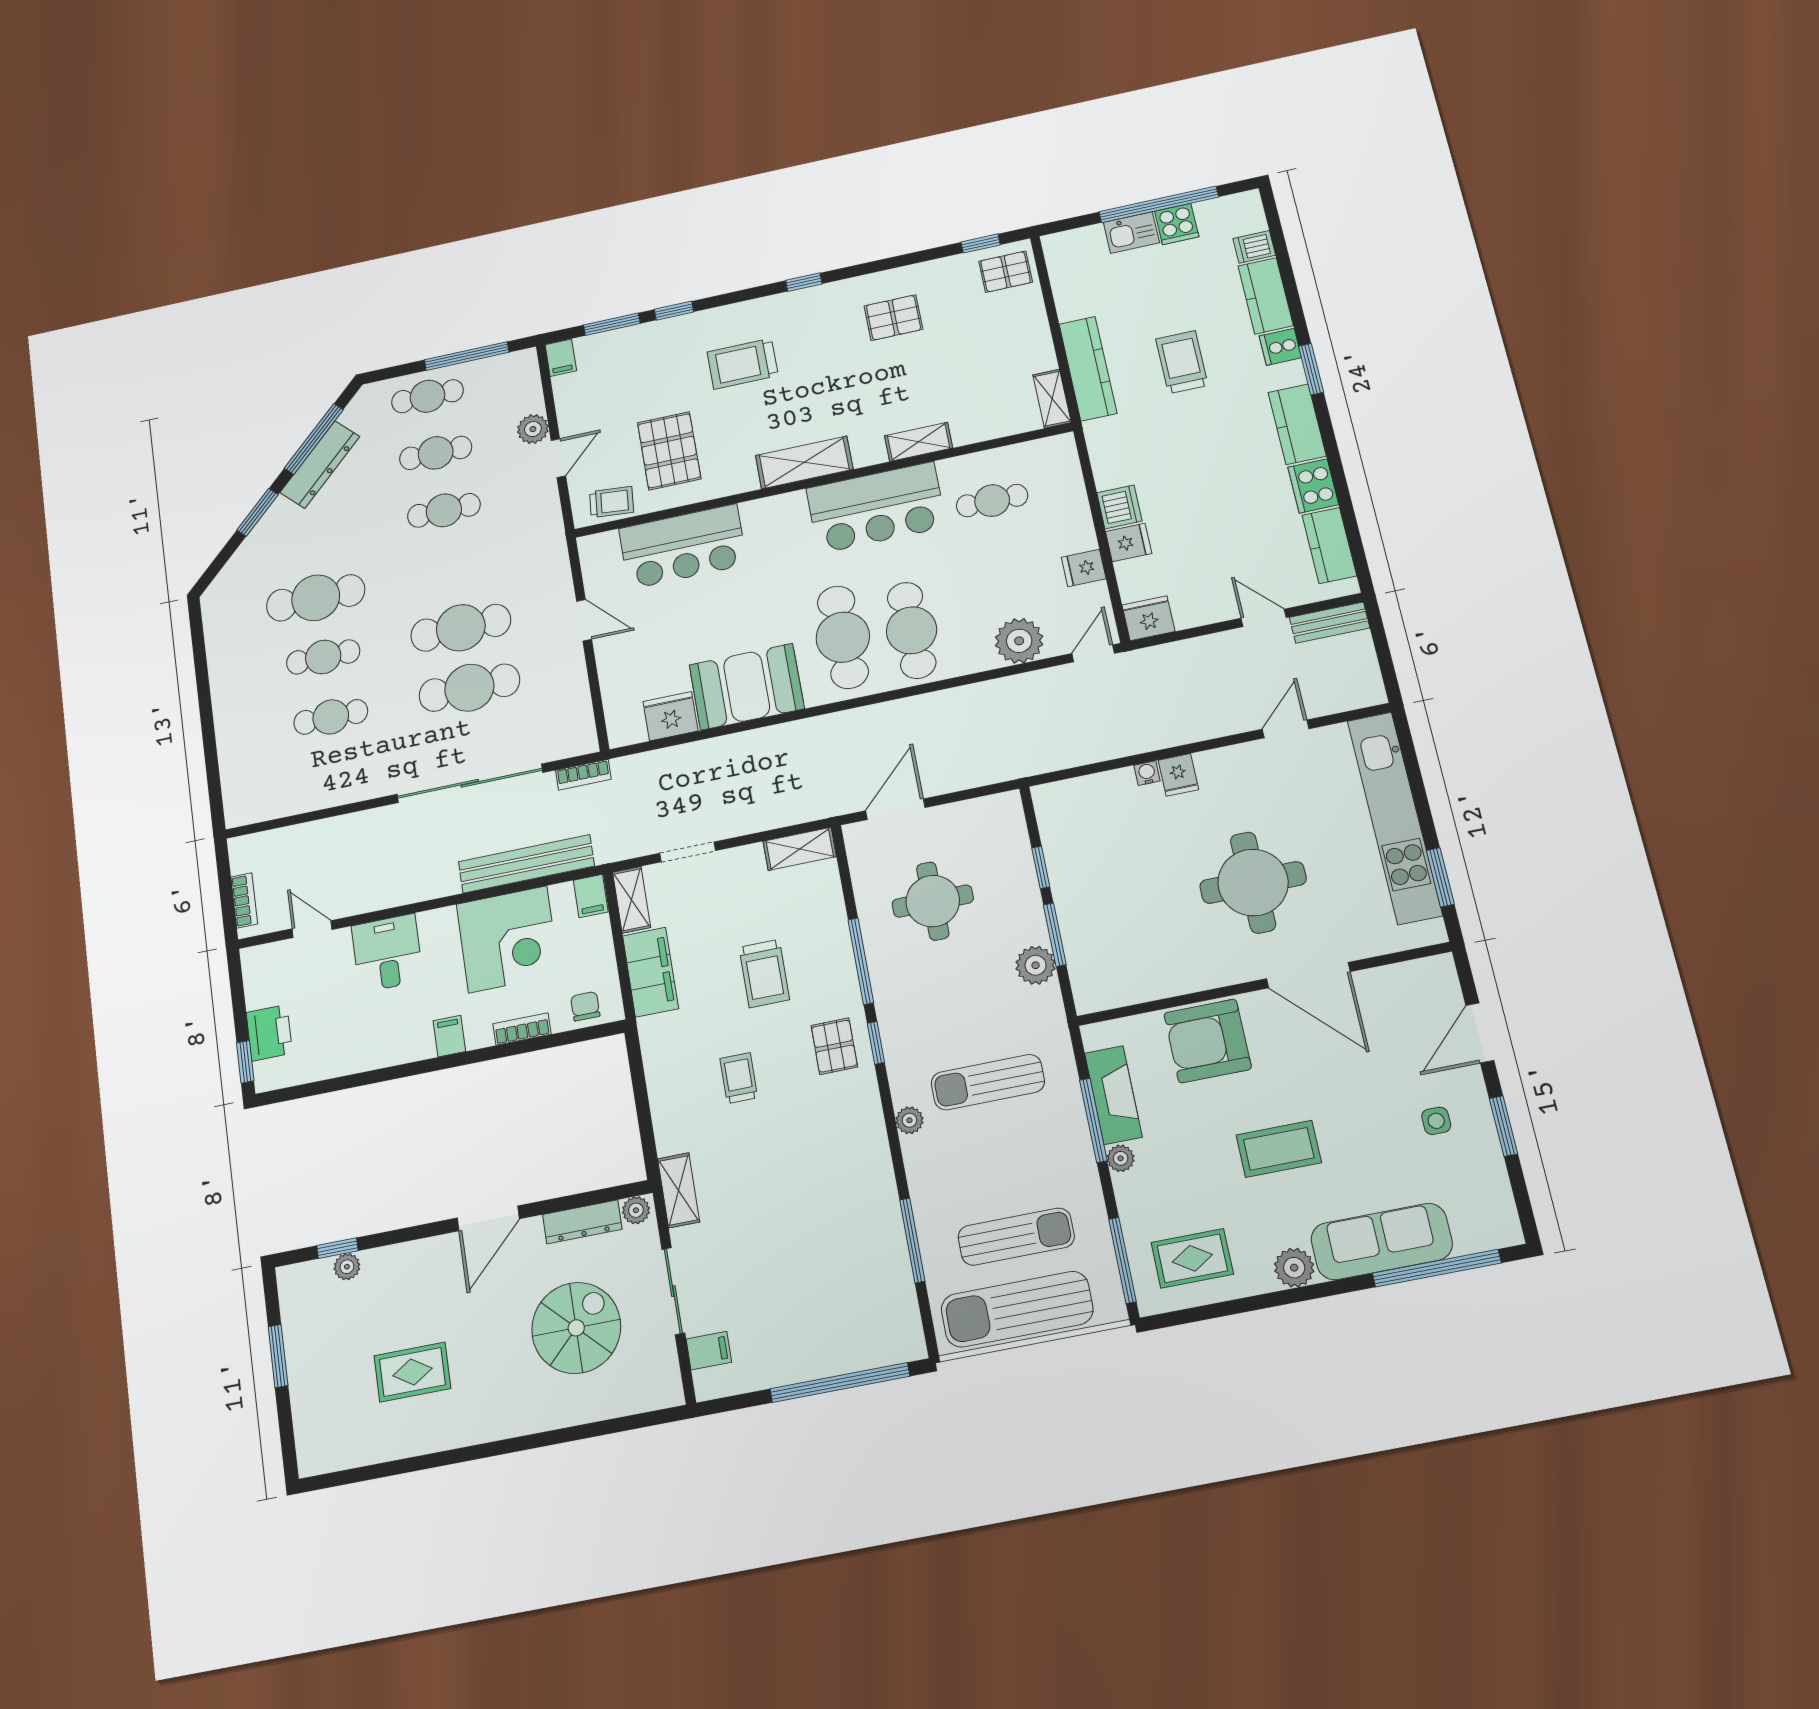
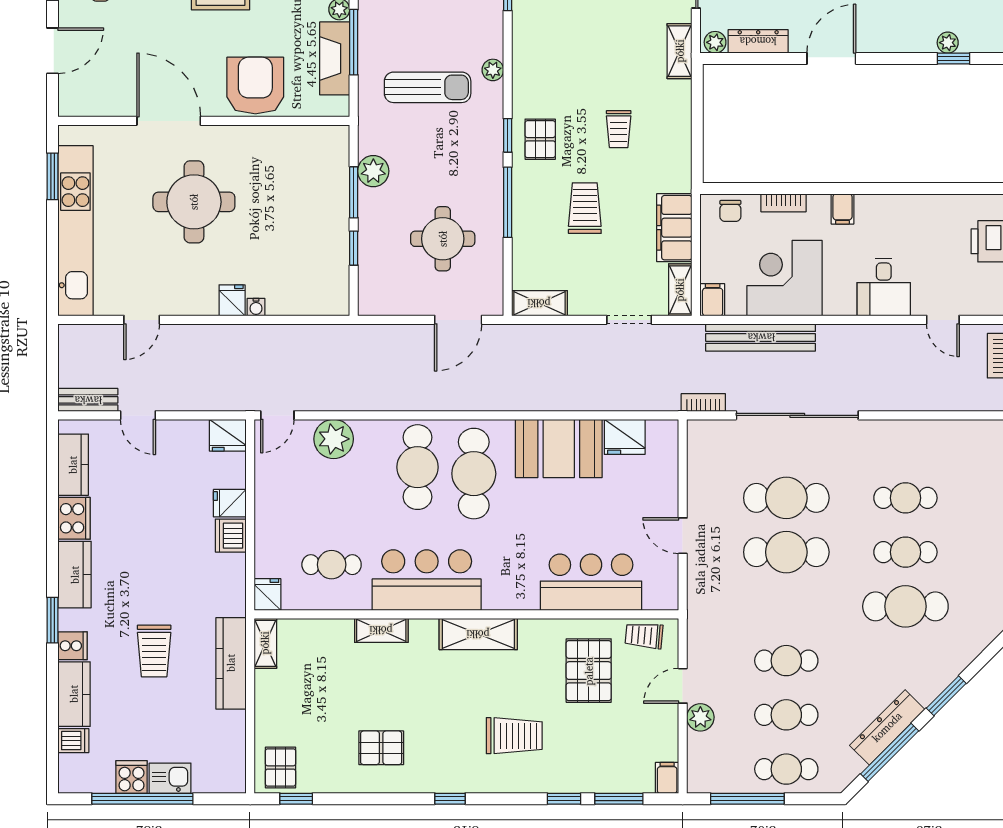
pallet: (1006, 272) -> (281, 767), turned 90
fridge: (1084, 568) -> (267, 595), moved, turned -90
armchair: (1208, 1041) -> (255, 86), turned -90

